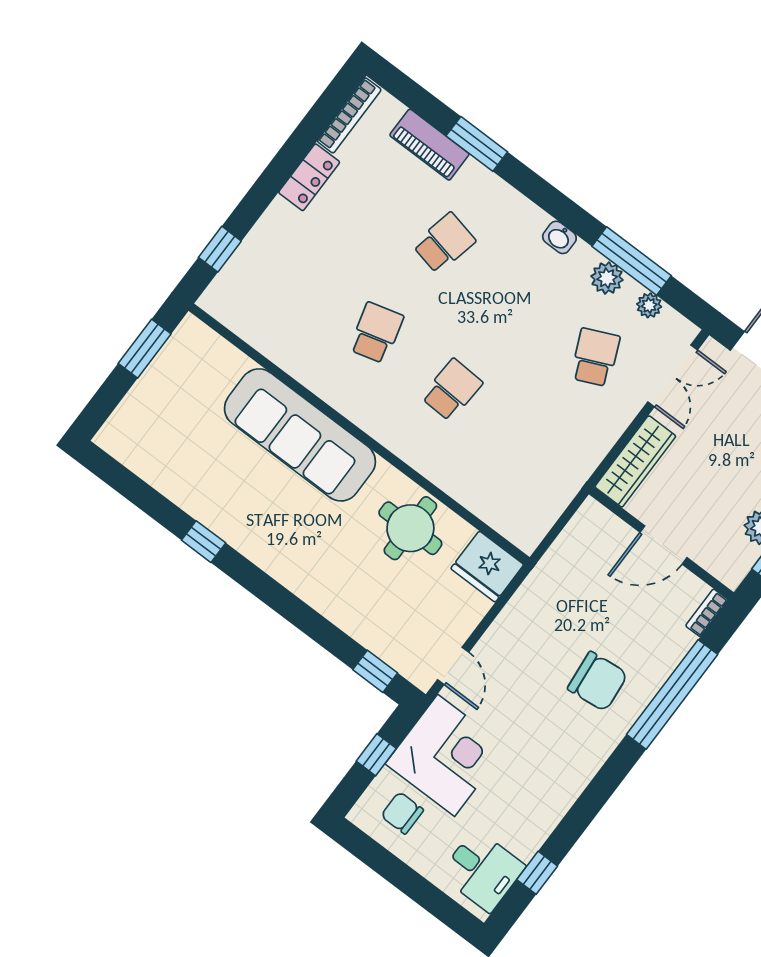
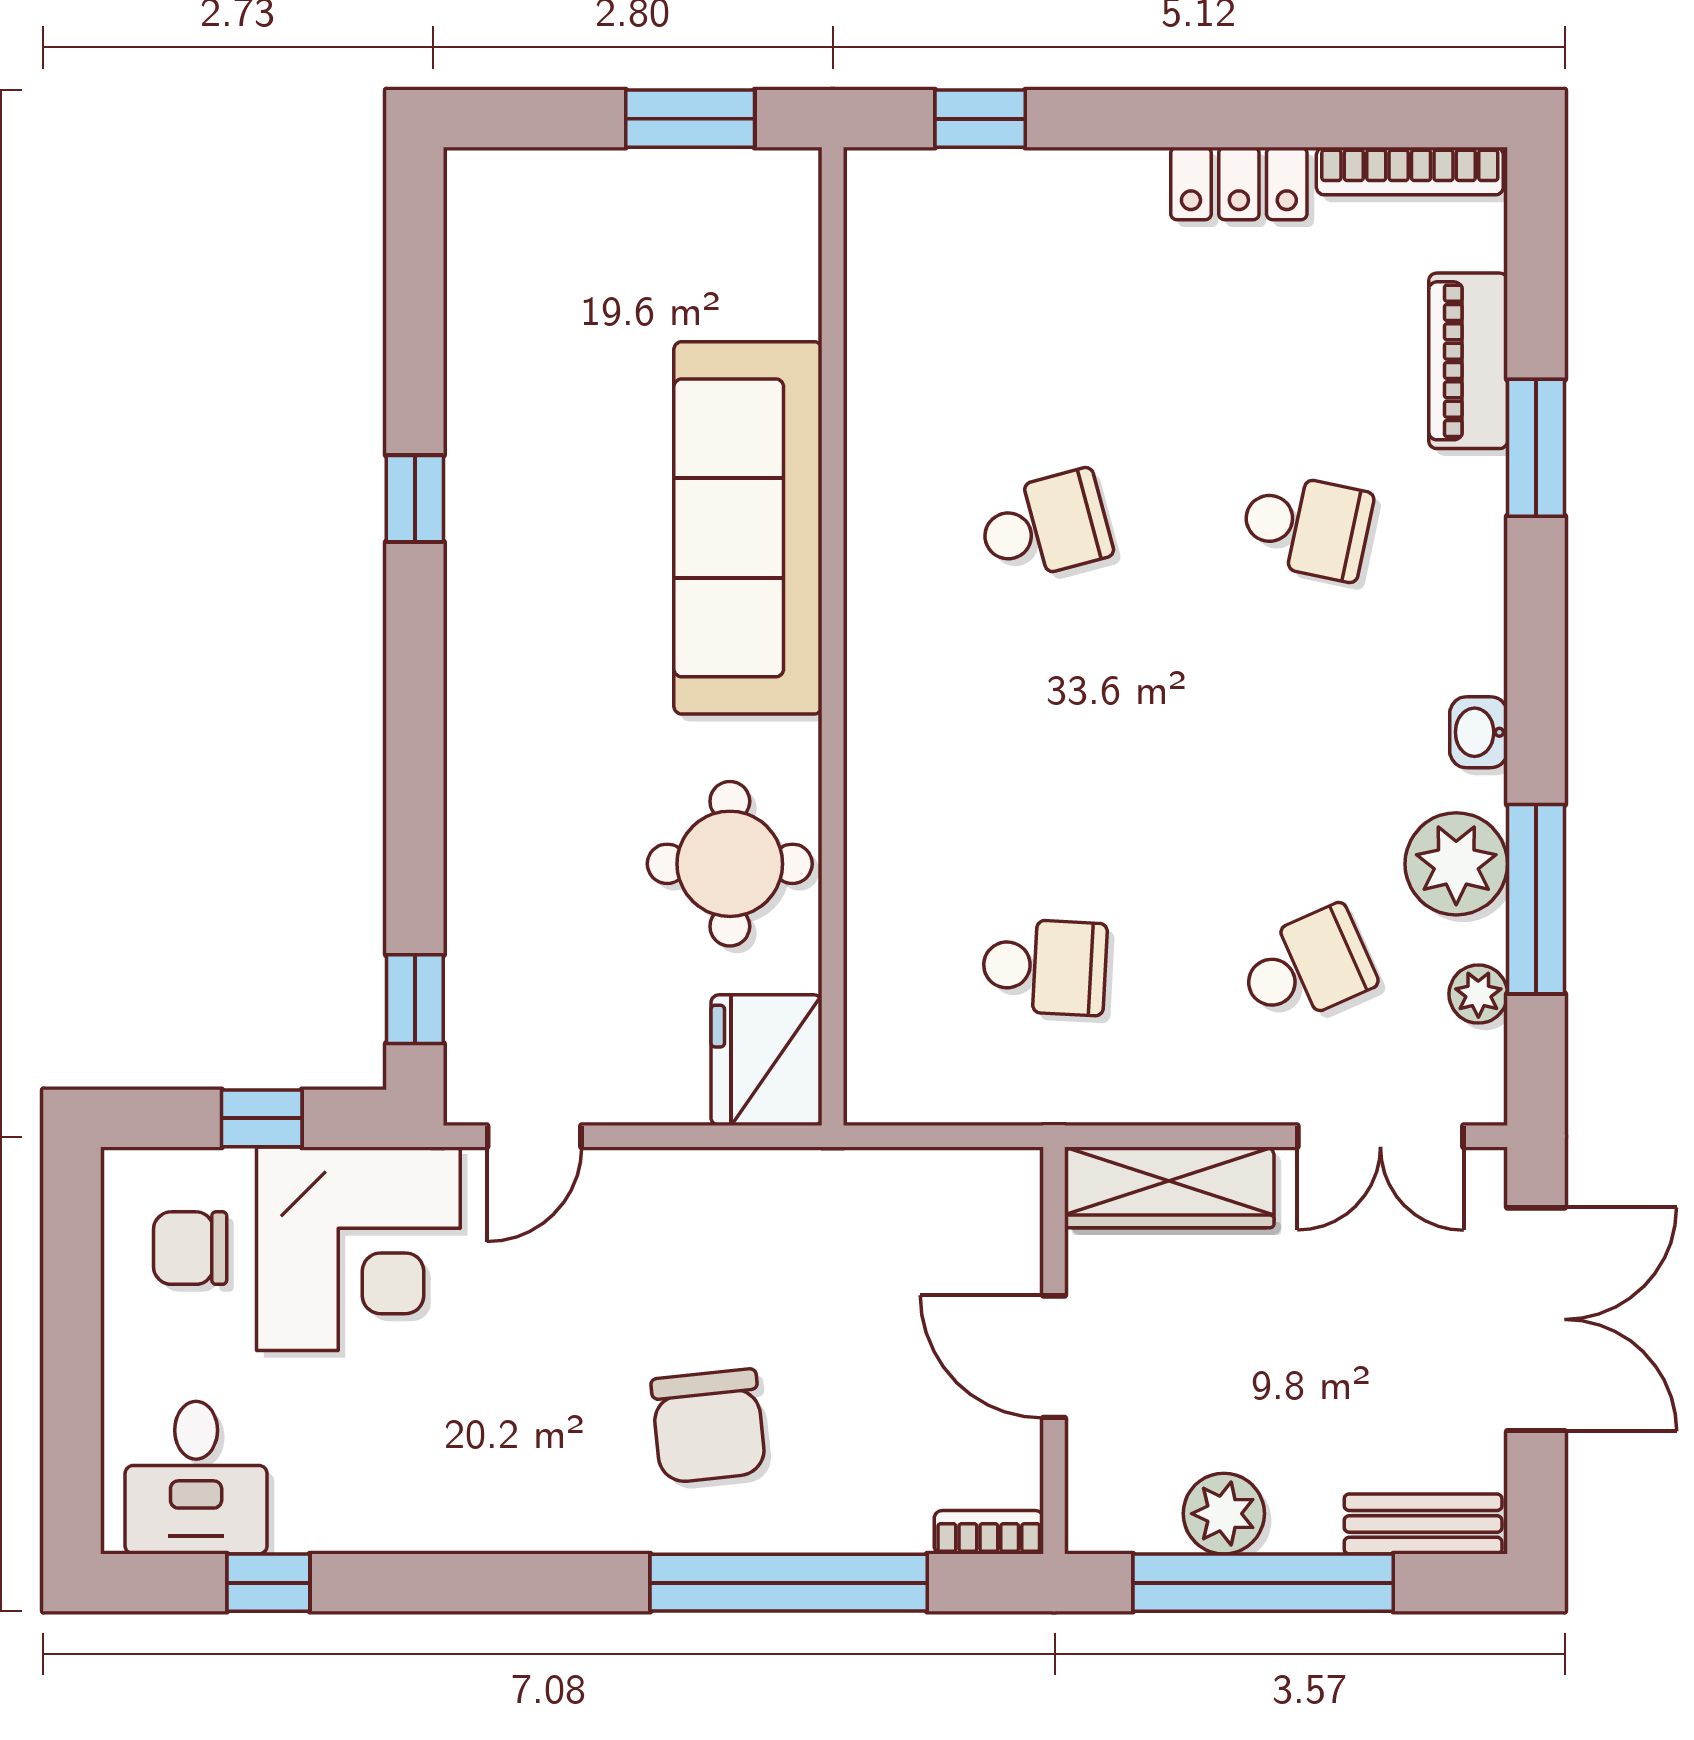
plant: (607, 278) -> (1456, 864), width x1.36, depth x1.36
school desk: (452, 390) -> (1045, 967), moved
chair: (402, 813) -> (190, 1248), turned -90

